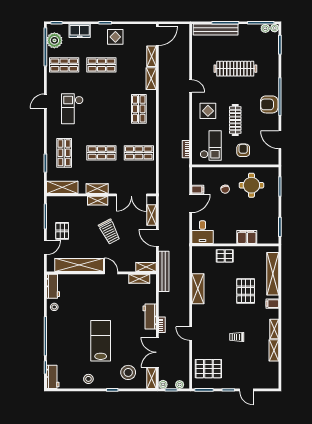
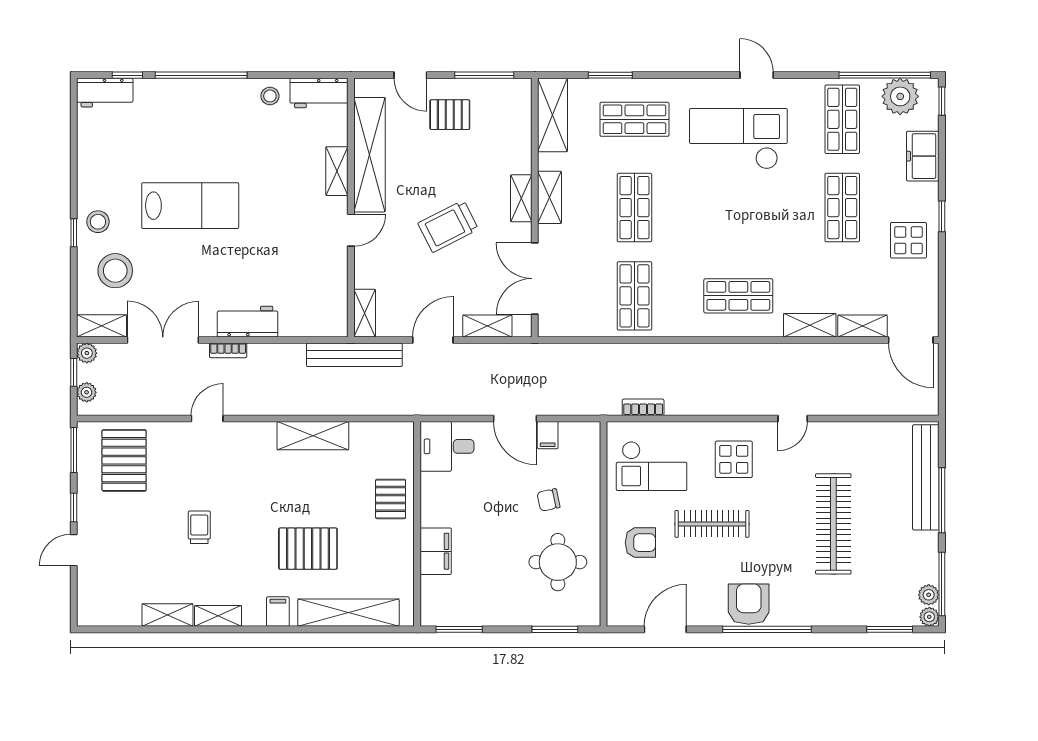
checkout: (72, 109) -> (738, 139), width x1.36, depth x1.21
shelving: (139, 279) -> (337, 171), moved
stool: (88, 379) -> (98, 222), moved

